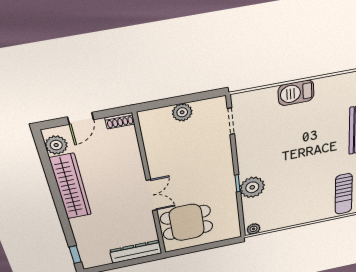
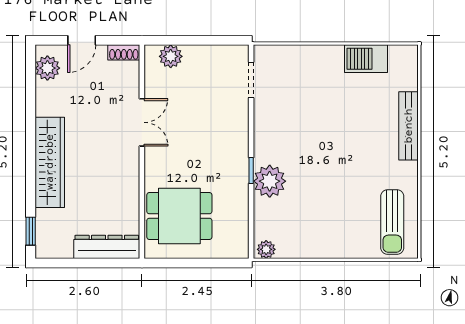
barbecue: (296, 93) -> (366, 59), moved
plant: (182, 112) -> (171, 56), moved
wardrobe: (71, 187) -> (50, 162), moved
double door: (152, 195) -> (142, 122), moved

